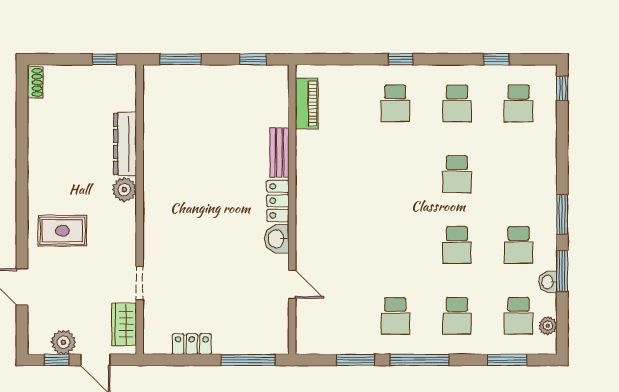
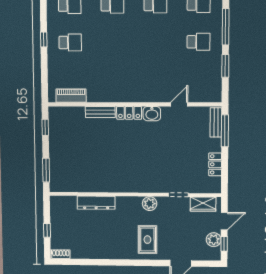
window: (105, 59) -> (47, 230), moved
plant: (124, 190) -> (150, 204), moved
bench: (262, 345) -> (216, 122), added

